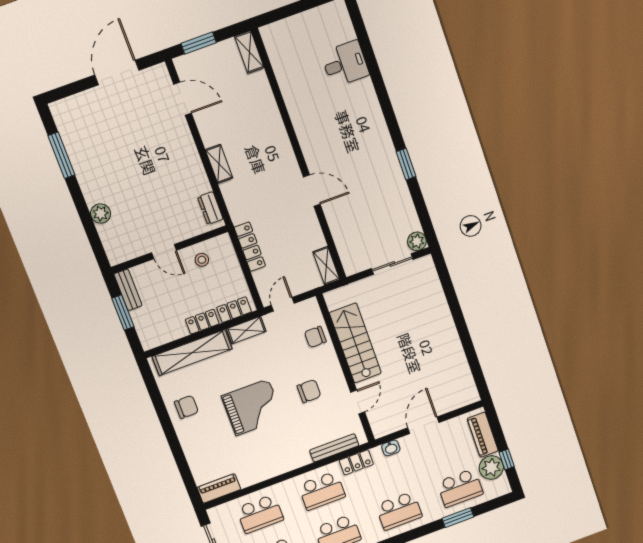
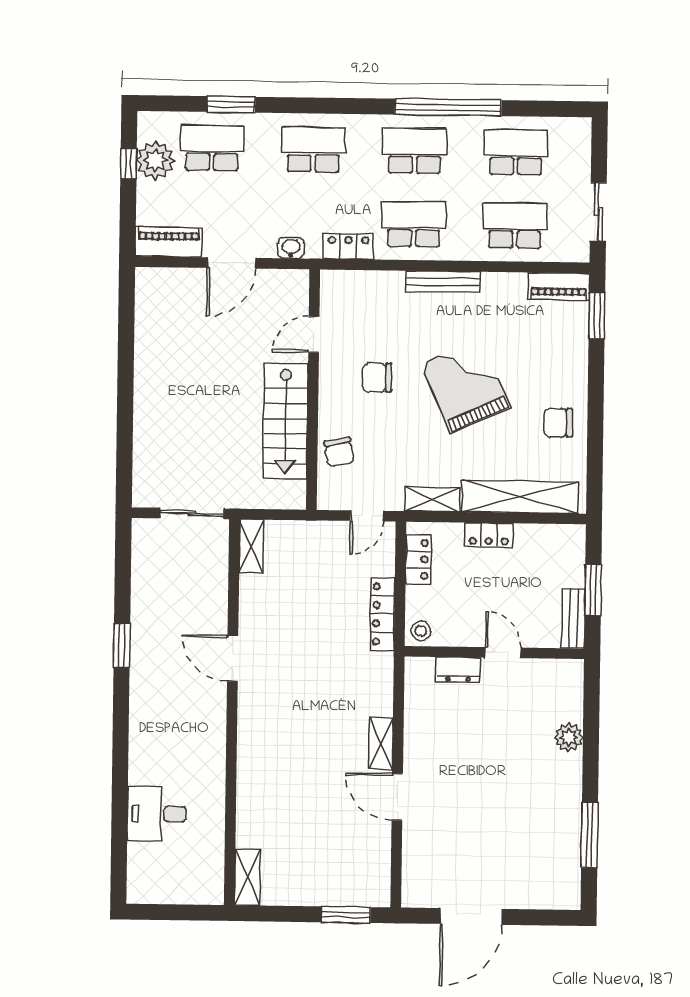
shelving: (249, 52) -> (247, 877), moved
door: (183, 99) -> (397, 797), moved
wall: (299, 156) -> (232, 712), moved
door: (312, 191) -> (233, 658), moved
dresser: (210, 208) -> (458, 670), moved, turned 90
plant: (417, 241) -> (145, 532), removed
stool: (202, 260) -> (421, 631), moved
shelving: (326, 266) -> (251, 546), moved
locker: (234, 310) -> (418, 559), moved, turned -90
chair: (315, 337) -> (339, 452), turned 79
grand piano: (252, 407) -> (466, 386), turned 66
piano: (483, 435) -> (169, 242), moved, turned -90
bench: (334, 448) -> (443, 282), moved
window: (189, 480) -> (597, 316), added

